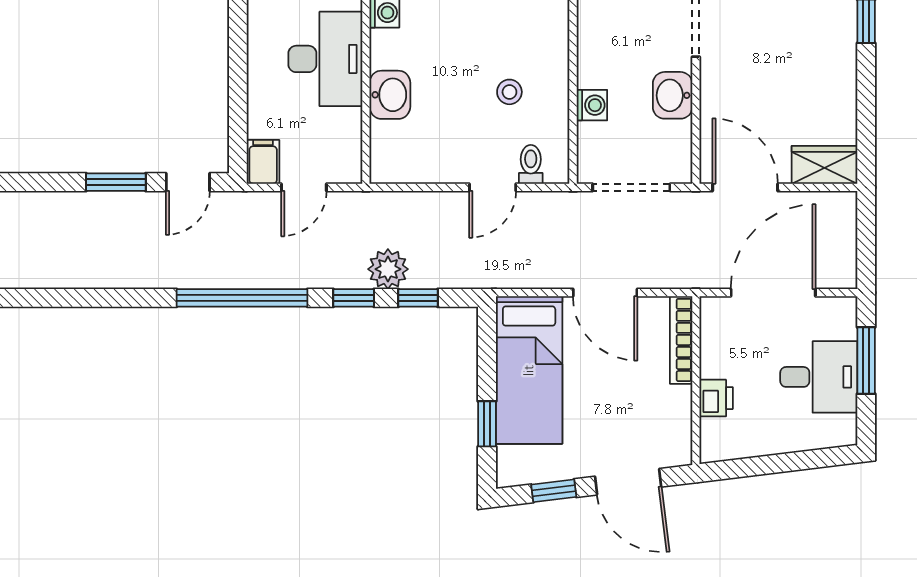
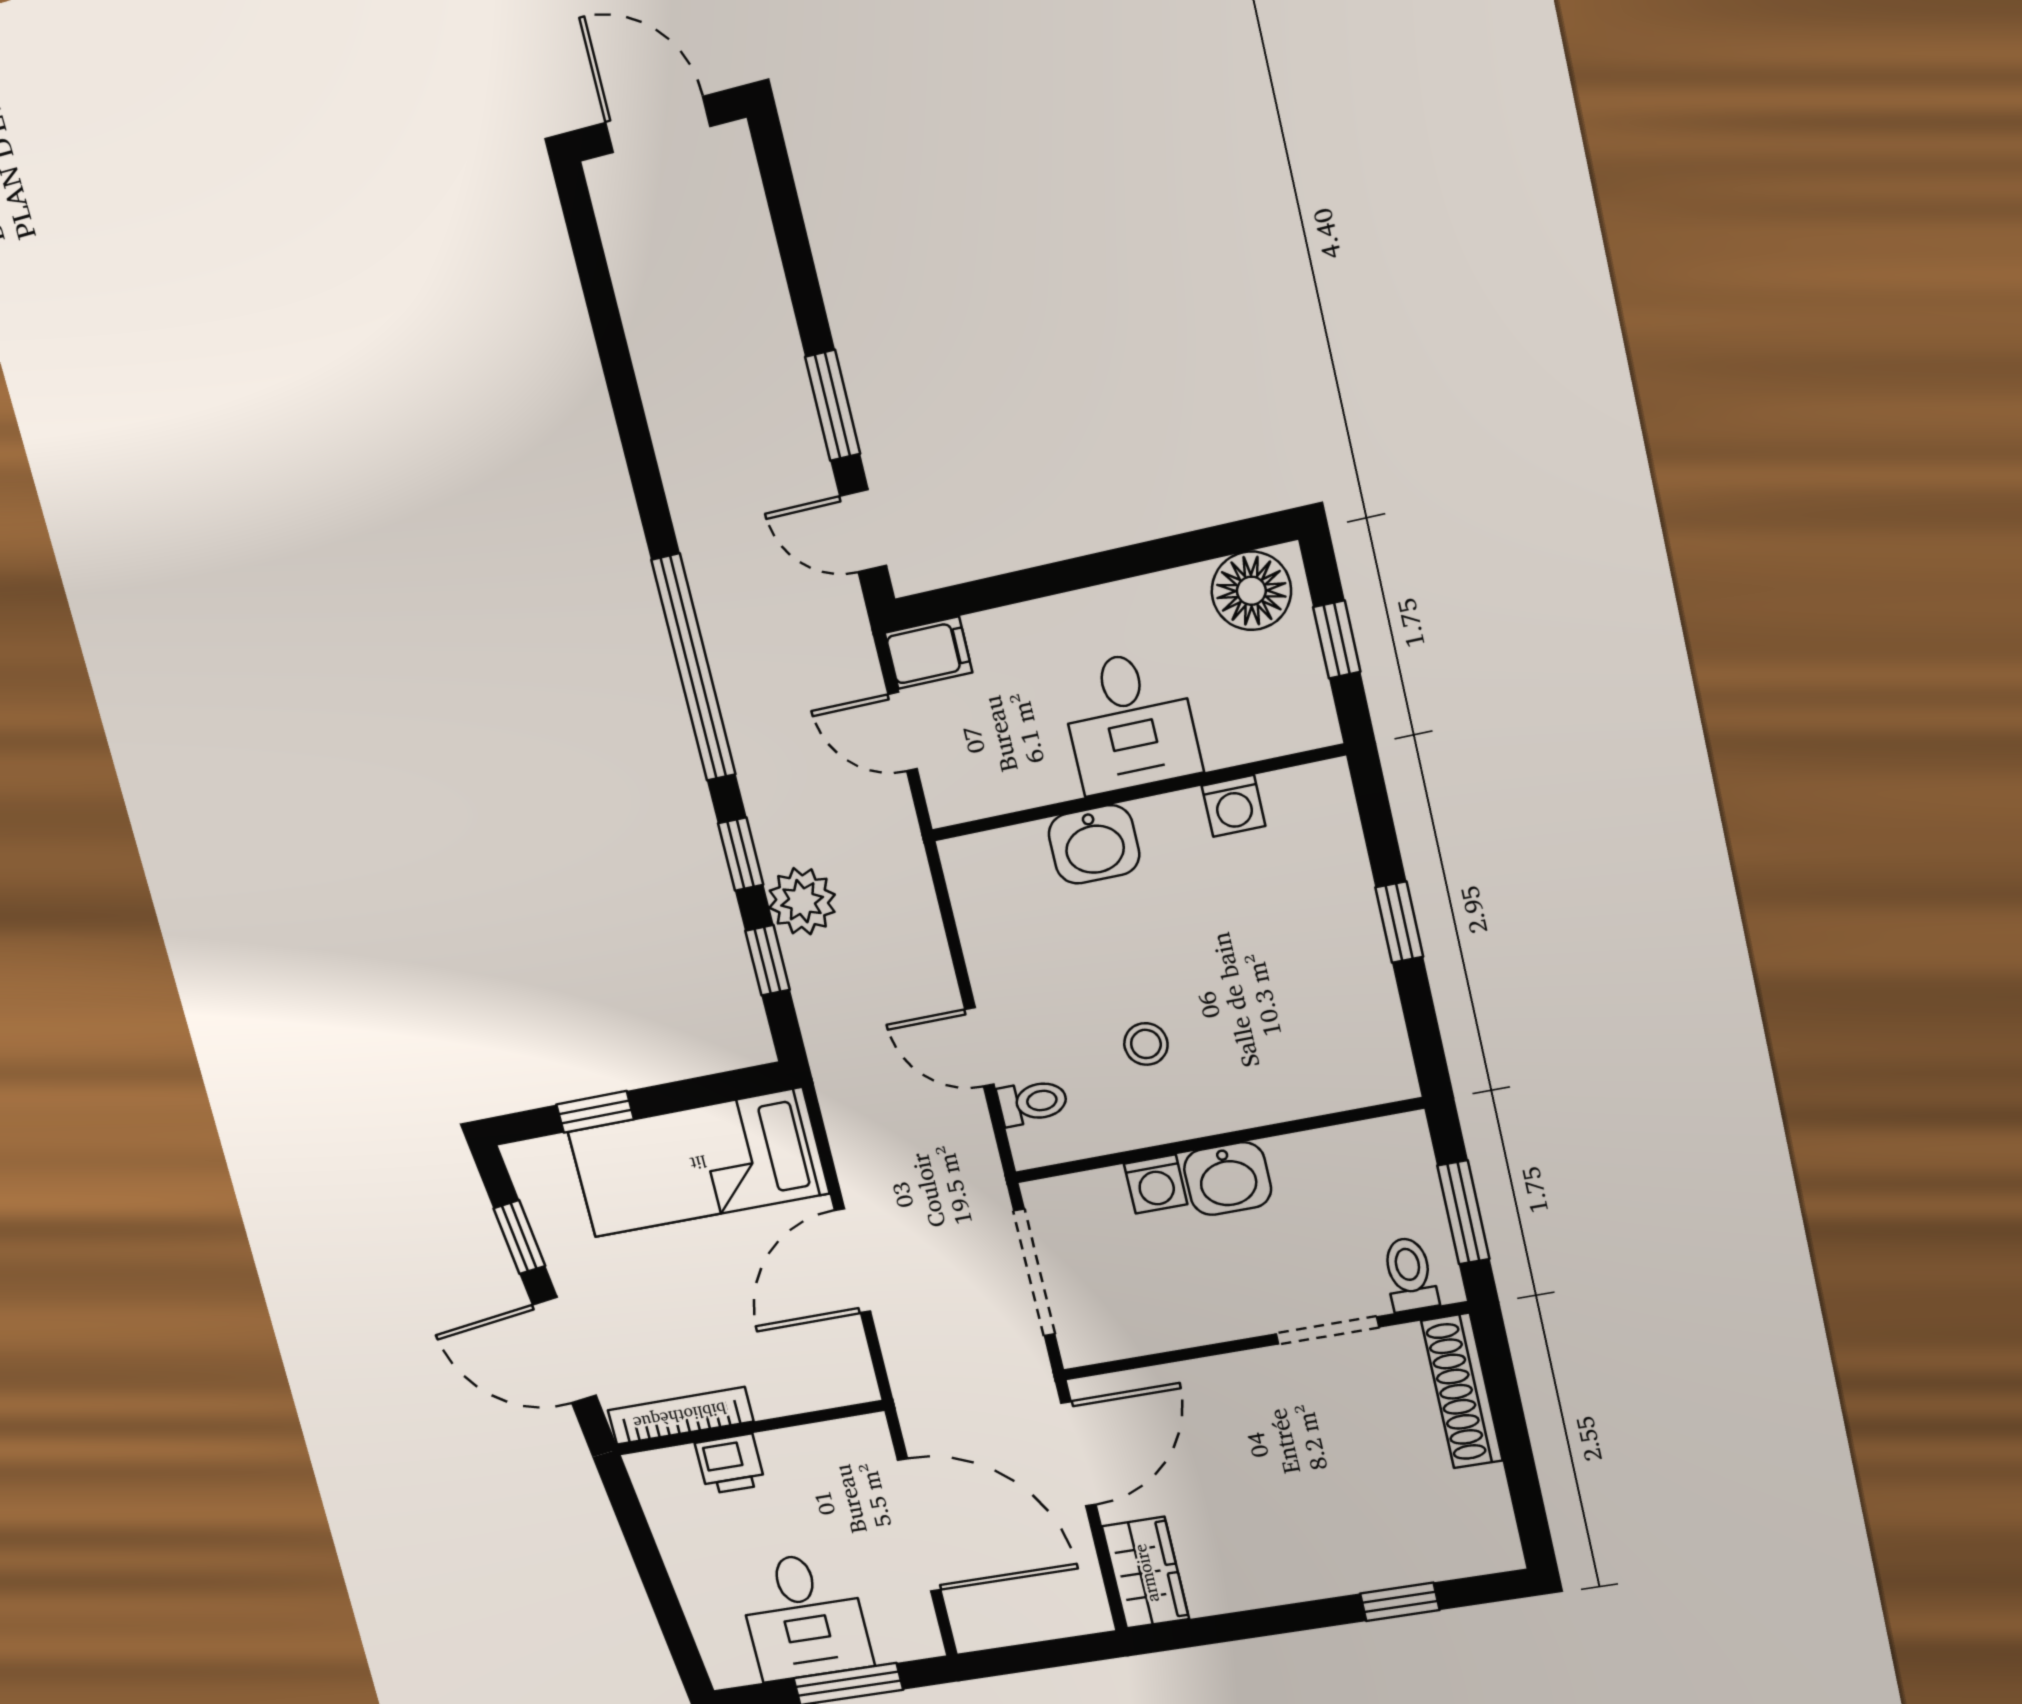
desk: (325, 59) -> (1130, 721), width x0.73
washbasin: (673, 95) -> (1228, 1179), moved, turned 180
bookcase: (681, 340) -> (680, 1416), moved
door: (628, 482) -> (564, 1350), hinge flipped

